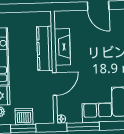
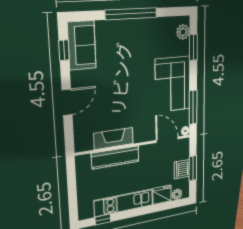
door: (55, 84) -> (167, 140), moved

